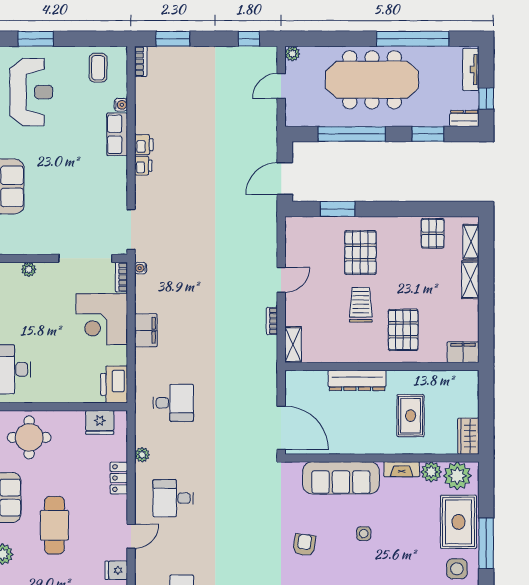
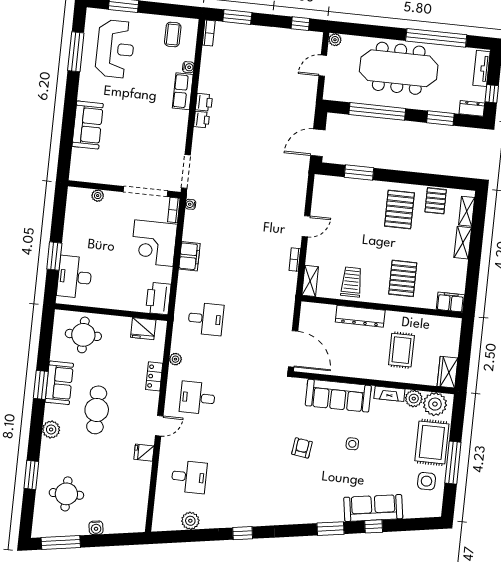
pallet: (360, 252) -> (399, 209), moved
trolley: (361, 305) -> (351, 282), moved

